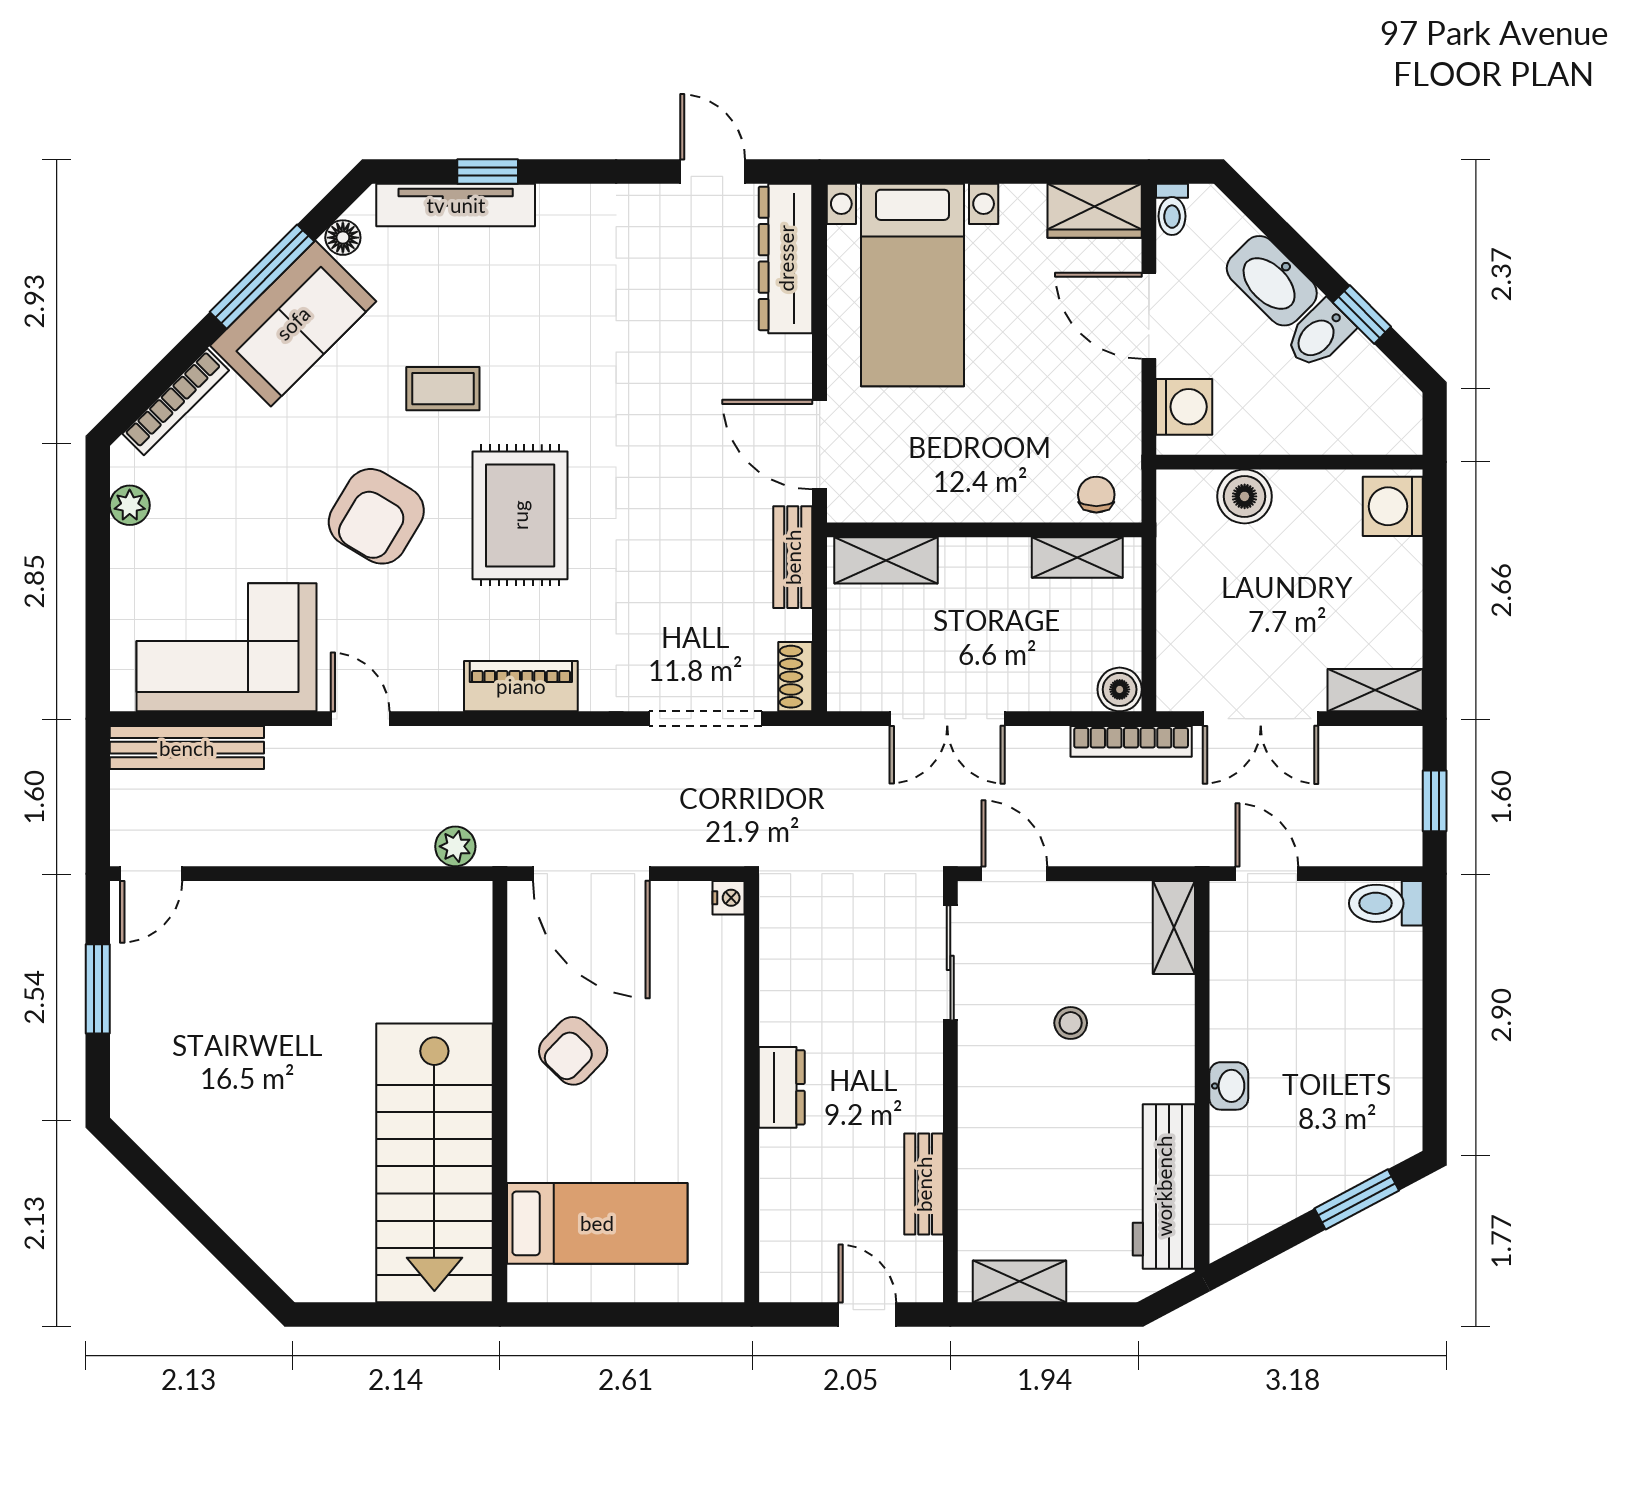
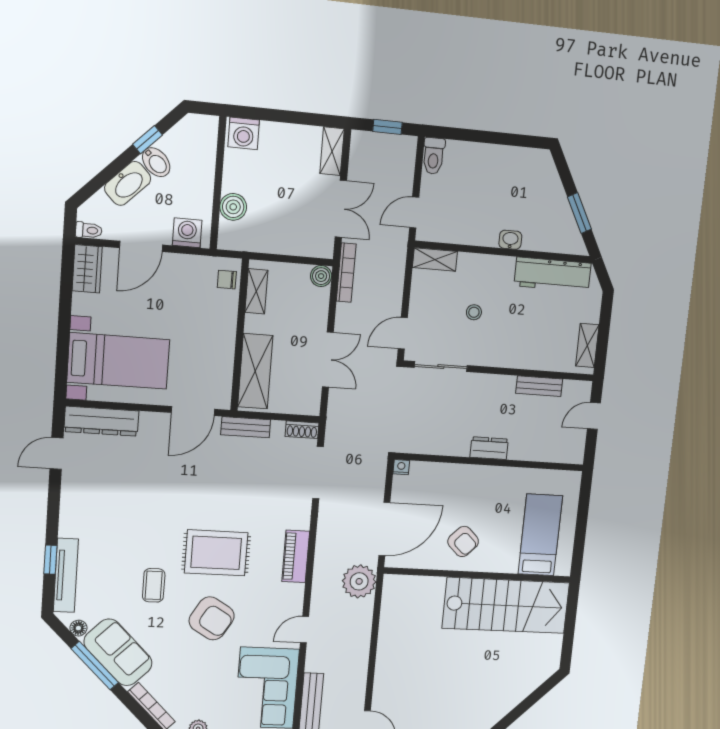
shelving: (886, 560) -> (255, 371), width x1.50, depth x1.33
plant: (455, 846) -> (359, 581), width x1.88, depth x1.88
window: (1357, 1199) -> (579, 213), moved

